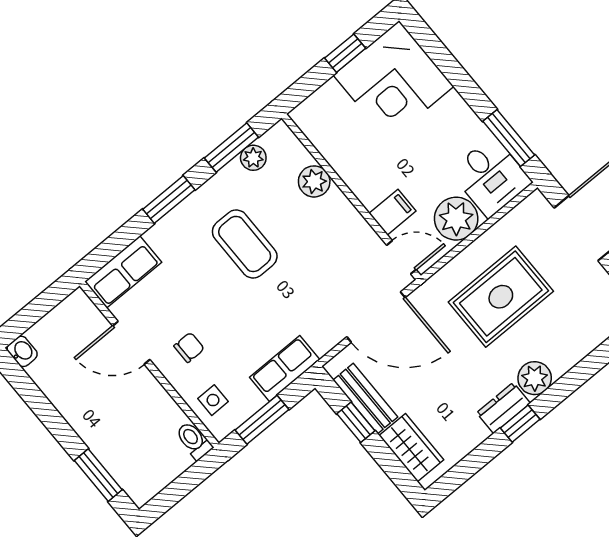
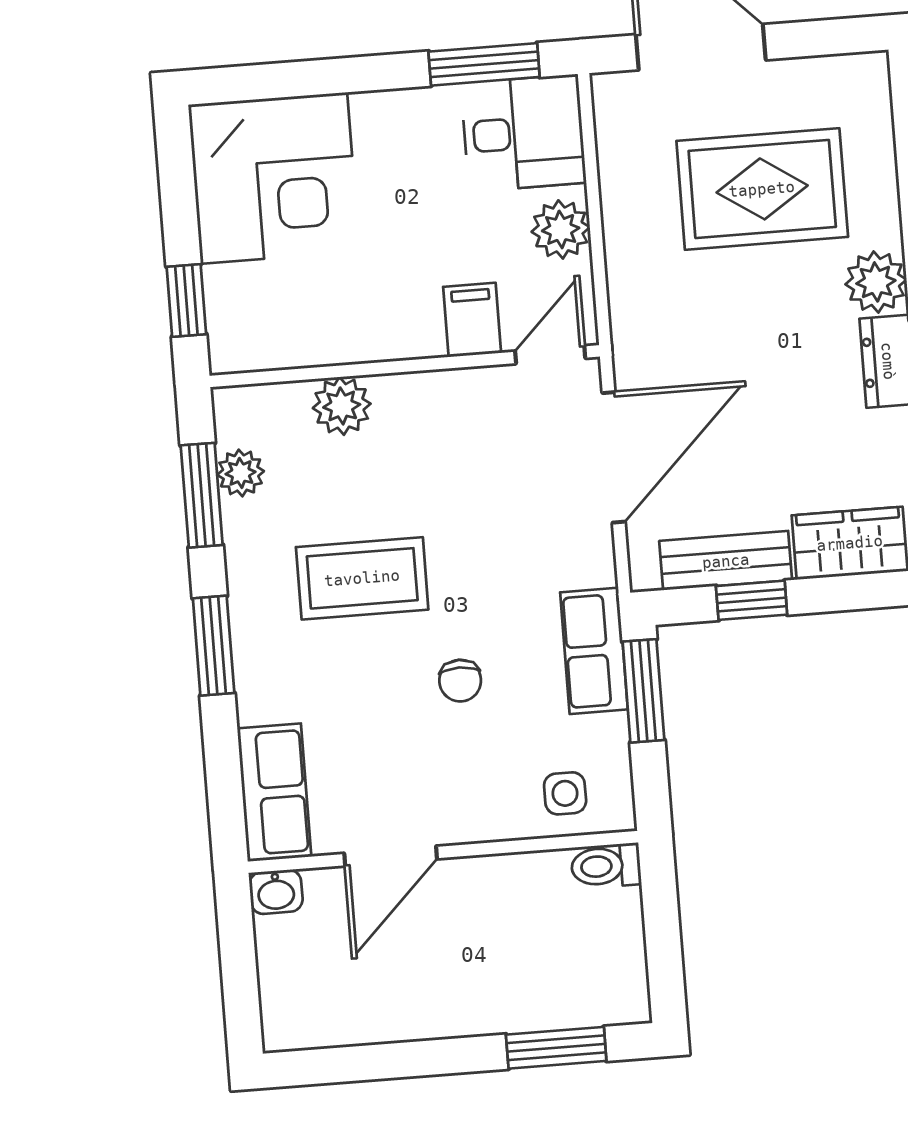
window: (345, 53) -> (186, 300), moved
plant: (456, 219) -> (561, 229), width x0.73, depth x0.73
rug: (501, 297) -> (762, 189), moved, turned 90
chair: (189, 347) -> (460, 681), moved, turned 180
washbasin: (22, 351) -> (276, 892), moved, turned 180
window: (262, 420) -> (643, 691), moved

